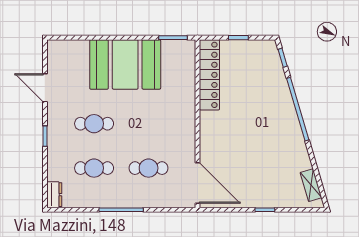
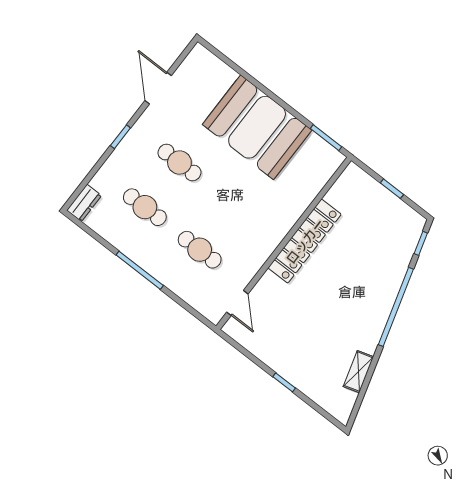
locker: (209, 75) -> (305, 241), moved
door: (198, 183) -> (237, 303), width x0.53
shelving: (311, 185) -> (358, 372), moved

